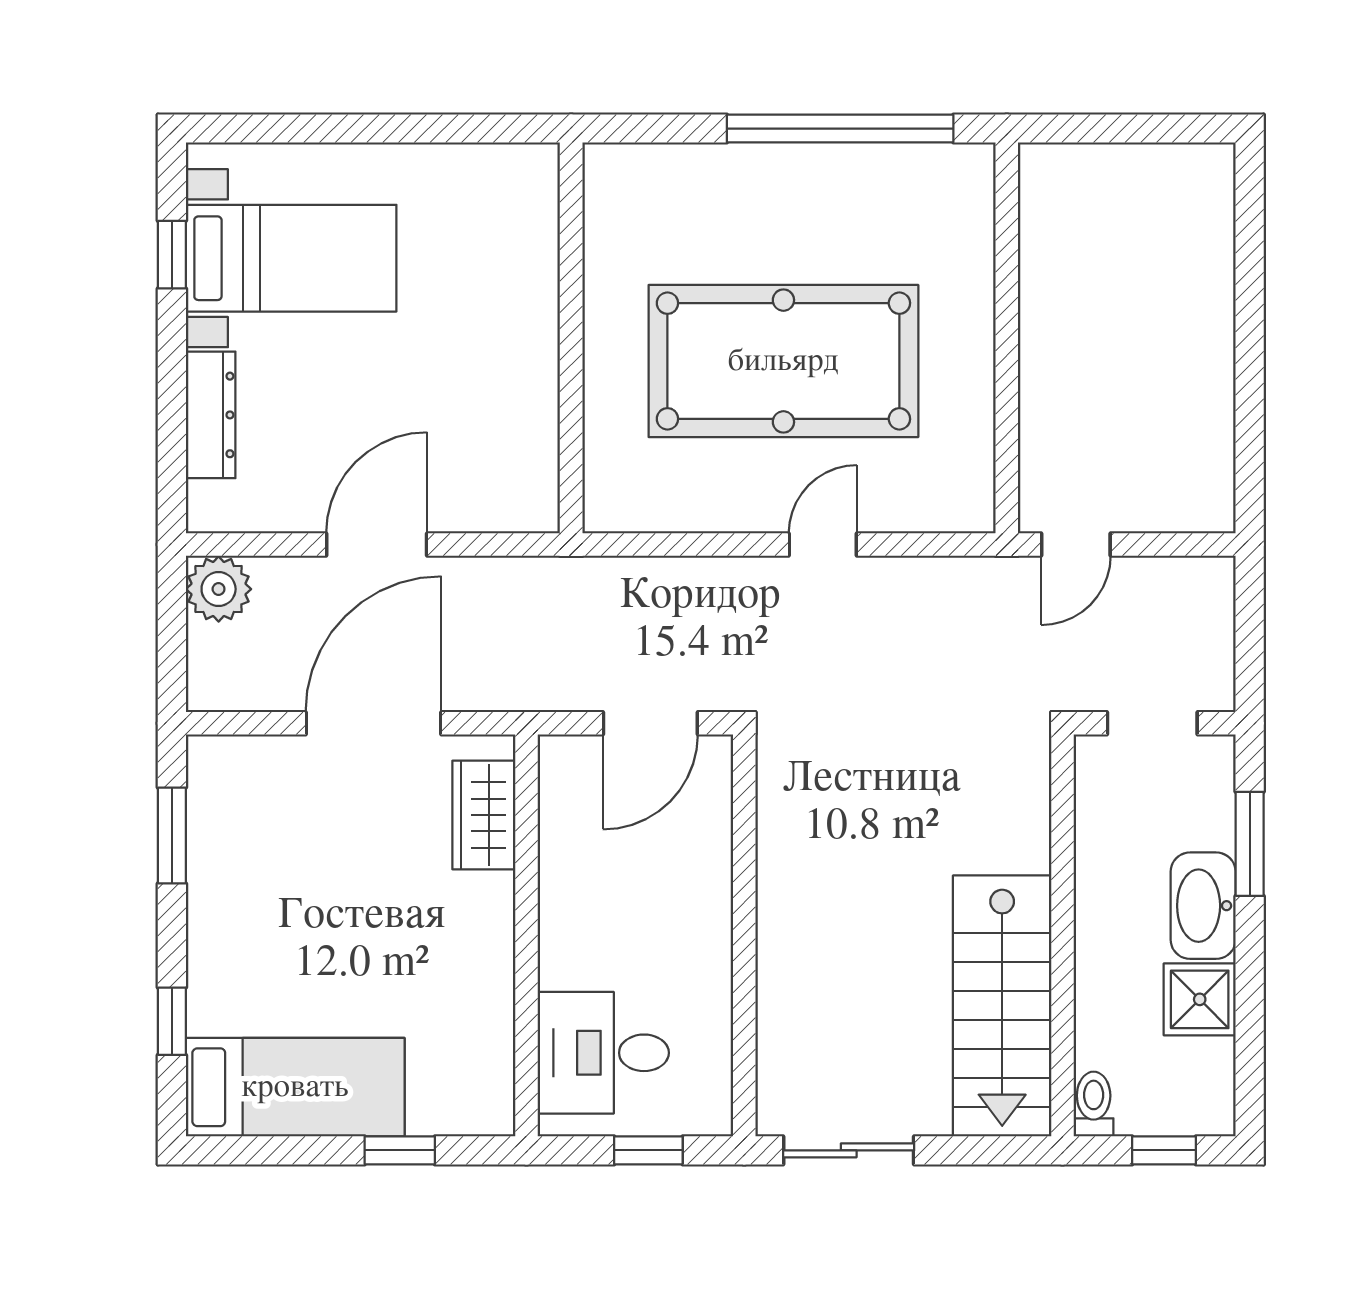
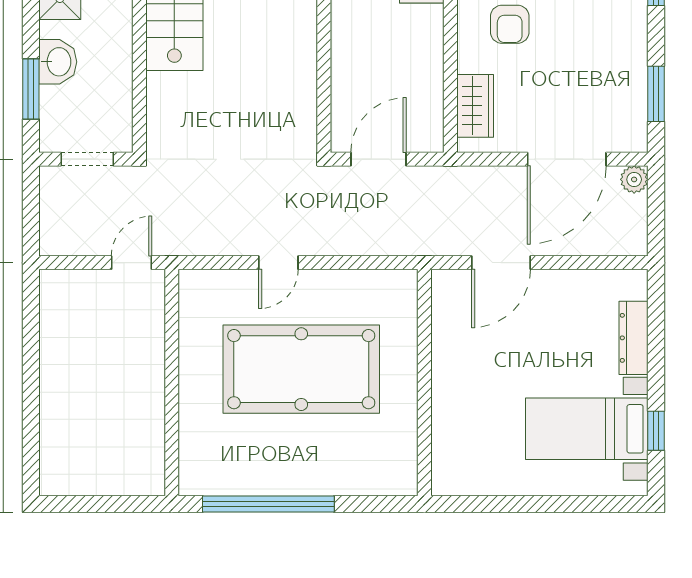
door: (377, 545) -> (501, 263), moved
plant: (219, 589) -> (634, 179), moved, width x0.73, depth x0.73
door: (373, 723) -> (567, 159), moved
washbasin: (1203, 906) -> (58, 62), width x0.72
armchair: (424, 956) -> (510, 24), added

